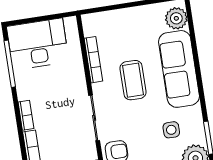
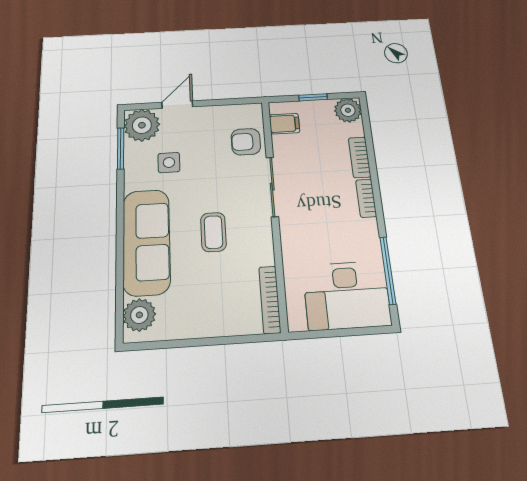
bookcase: (93, 60) -> (270, 300), moved
coffee table: (133, 80) -> (213, 232), width x0.73, depth x0.77

